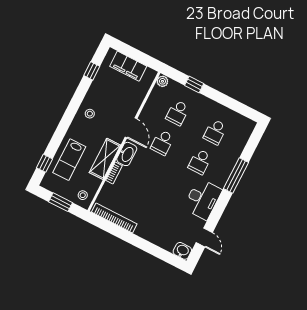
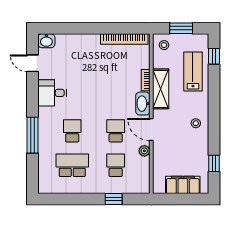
plant: (162, 81) -> (144, 151), moved
school desk: (215, 132) -> (72, 165), width x1.85
desk: (203, 199) -> (52, 93), width x0.73

